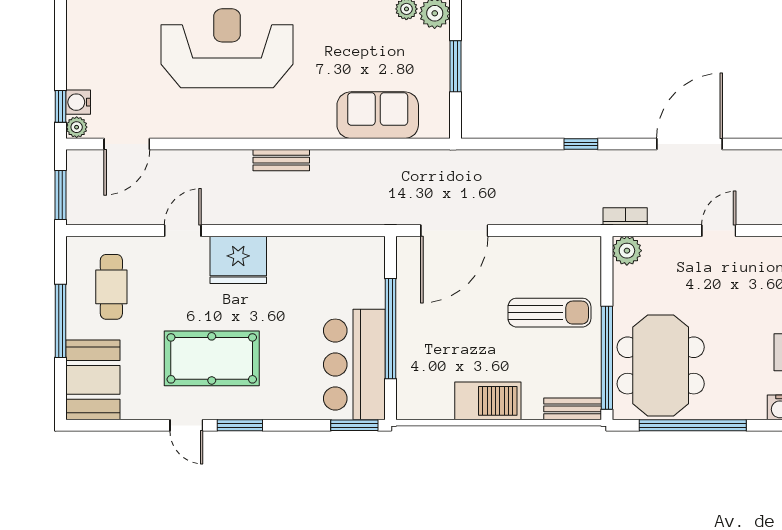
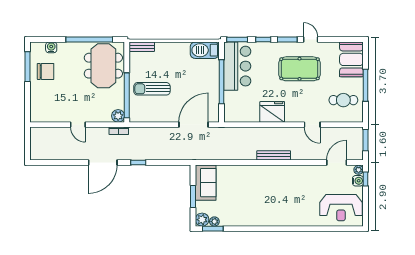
reception desk: (227, 48) -> (341, 208), moved, width x0.74, depth x0.77
sofa: (378, 115) -> (206, 183), moved, turned -90
door: (690, 144) -> (103, 162), moved
bench: (281, 160) -> (274, 155), width x1.36
door: (183, 231) -> (312, 125), hinge flipped
door: (719, 231) -> (78, 125), hinge flipped
fridge: (238, 260) -> (272, 112), moved
cafe table: (111, 287) -> (343, 100), turned 90
window: (607, 358) -> (127, 95), moved
barbecue: (488, 401) -> (205, 50), moved
window: (295, 425) -> (263, 40), added

